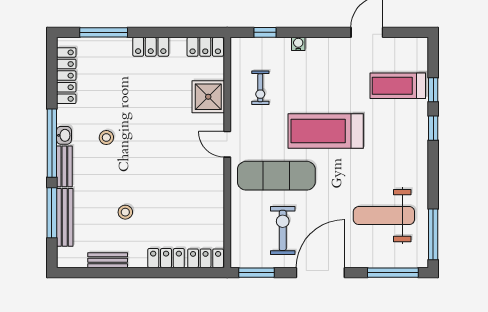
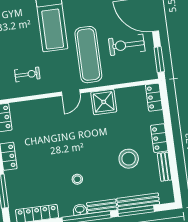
shower: (208, 97) -> (104, 102), moved
stool: (125, 212) -> (129, 159), width x1.89, depth x1.89
locker: (166, 258) -> (159, 138), moved

